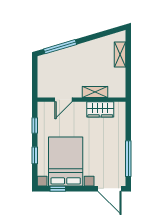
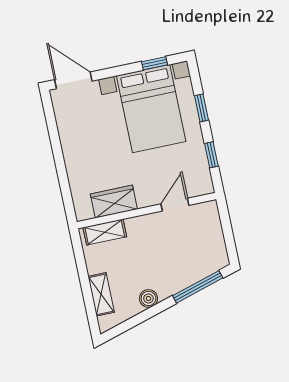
boiler: (92, 46) -> (148, 298), added
shelving: (95, 92) -> (105, 232), moved
window: (128, 159) -> (54, 134), removed

